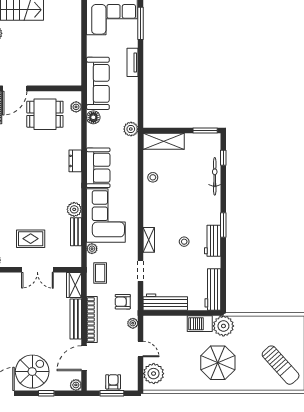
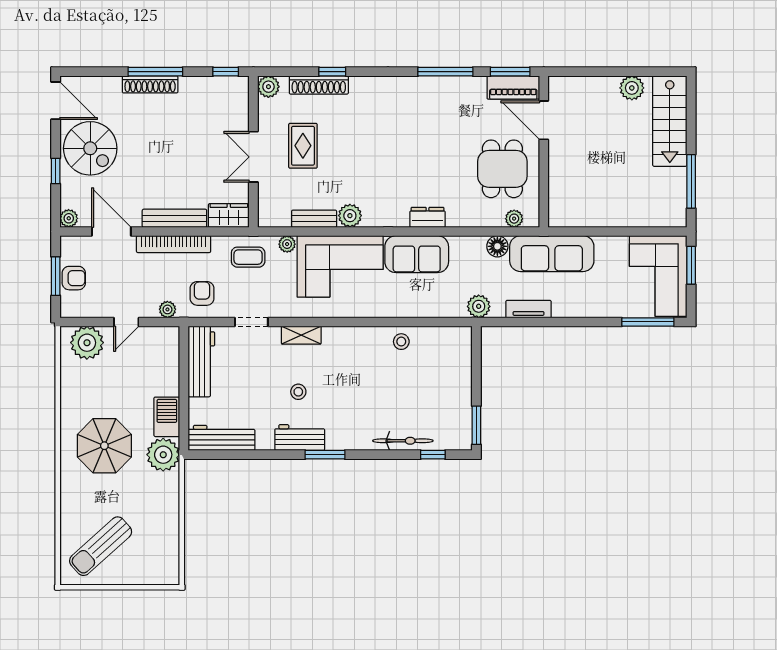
tv unit: (133, 62) -> (529, 309), moved
shelving: (164, 141) -> (459, 359), removed

